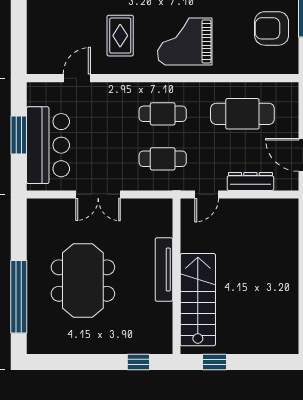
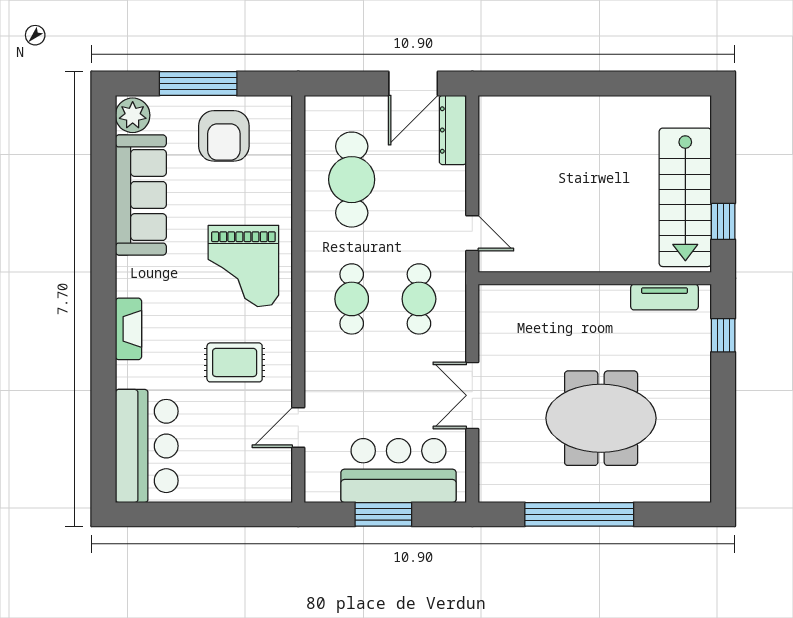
door: (77, 78) -> (298, 427), hinge flipped
dresser: (250, 181) -> (453, 130), moved
double door: (98, 194) -> (472, 395), swing flipped
tv unit: (164, 270) -> (665, 297), moved, width x0.71
window: (19, 297) -> (579, 514), moved
stairs: (198, 300) -> (685, 197), moved, turned -90

